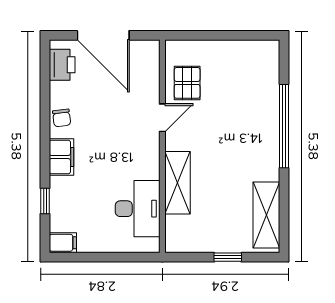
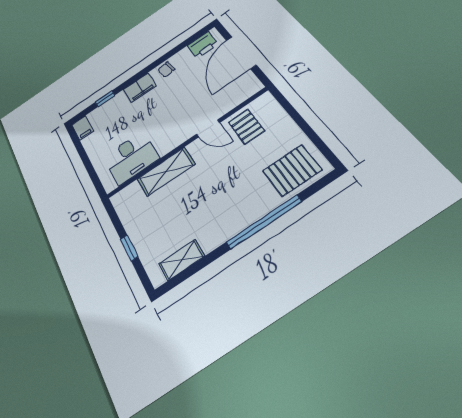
pallet: (257, 73) -> (292, 170), added
pallet: (187, 83) -> (246, 127), turned 90
shelving: (266, 215) -> (182, 260), width x0.67, depth x0.75

